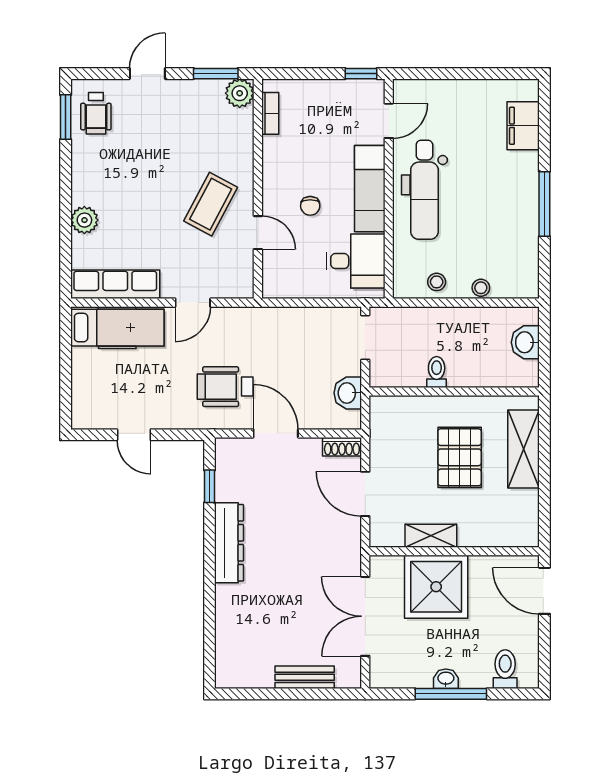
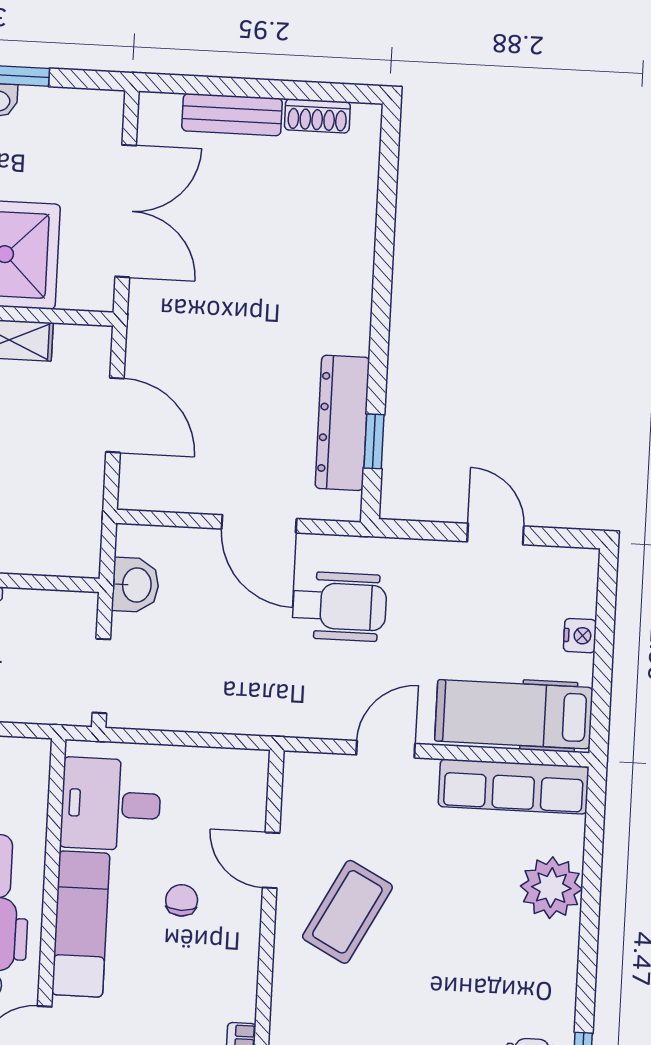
plant: (84, 220) -> (551, 888), width x1.36, depth x1.36
nightstand: (80, 377) -> (580, 636), added
shoe rack: (342, 447) -> (317, 116), moved, turned 180
dresser: (229, 543) -> (342, 423), moved

